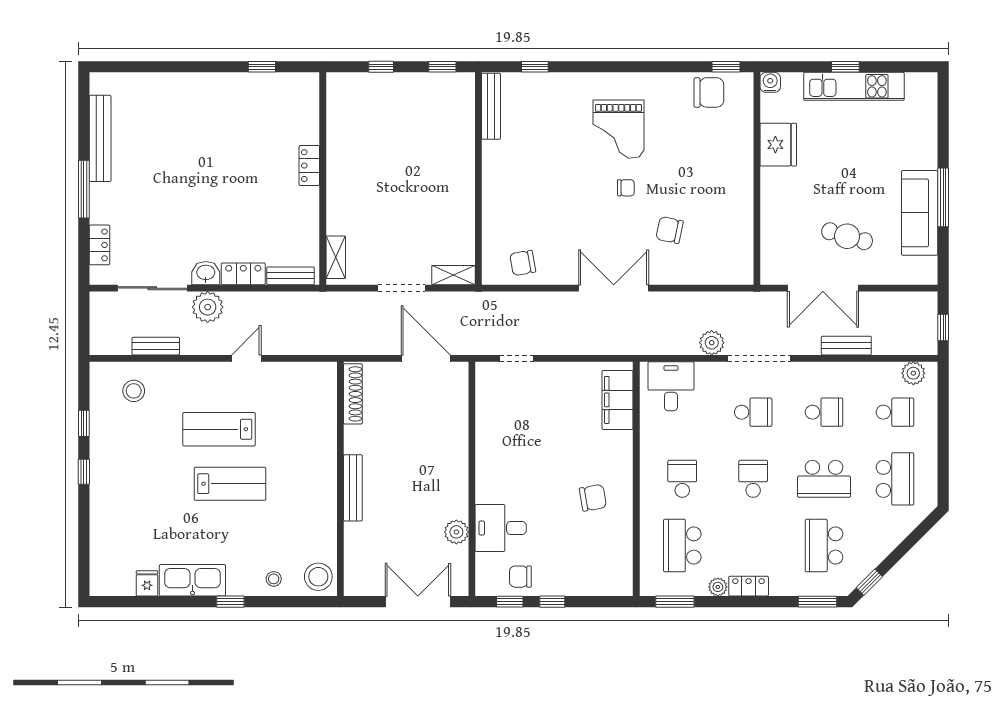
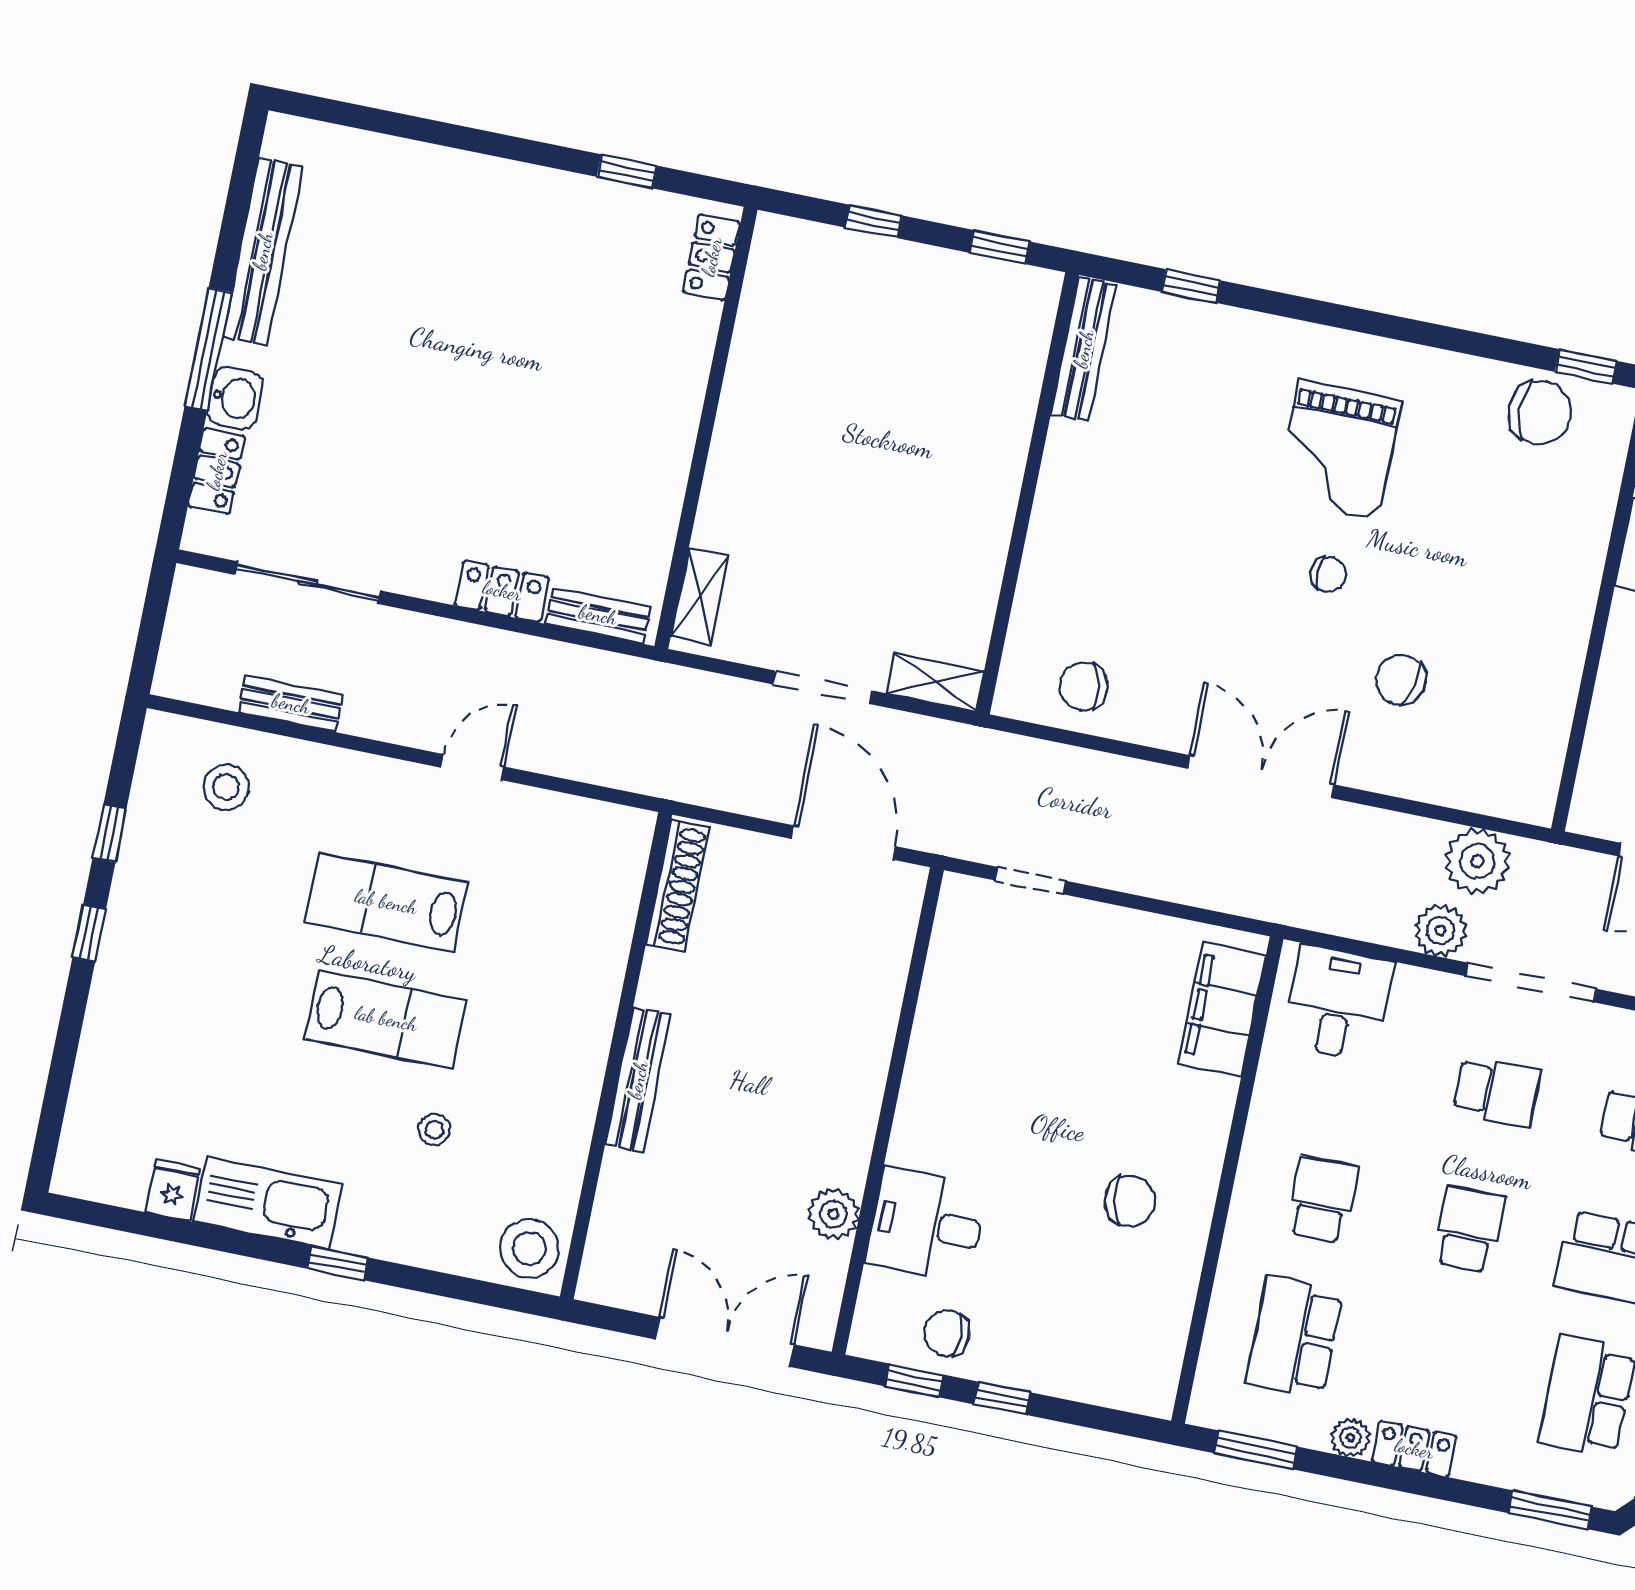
locker: (309, 166) -> (712, 257), moved
washbasin: (206, 273) -> (235, 398), moved, turned 90
plant: (208, 307) -> (1477, 861), moved
stool: (274, 579) -> (434, 1130), moved

